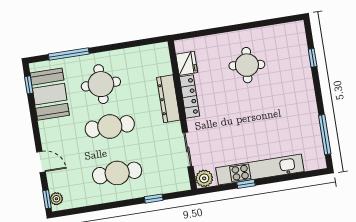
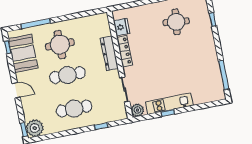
round table: (247, 65) -> (176, 22), moved
door: (41, 162) -> (16, 90), moved
kitchen unit: (260, 170) -> (169, 104), width x0.73
plant: (56, 199) -> (35, 128), width x1.87, depth x1.87

